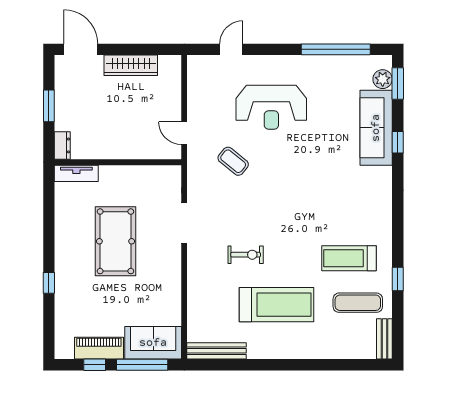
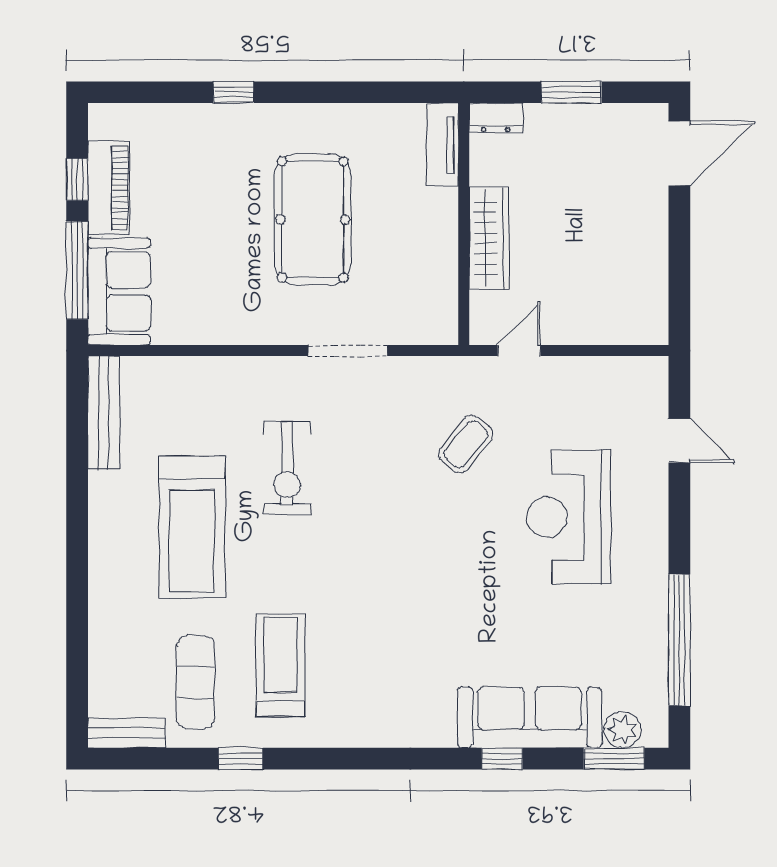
wardrobe: (131, 65) -> (489, 238), moved, turned 180
pool table: (115, 241) -> (313, 219), turned 90
exercise bike: (246, 255) -> (287, 468), width x1.38, depth x1.39

